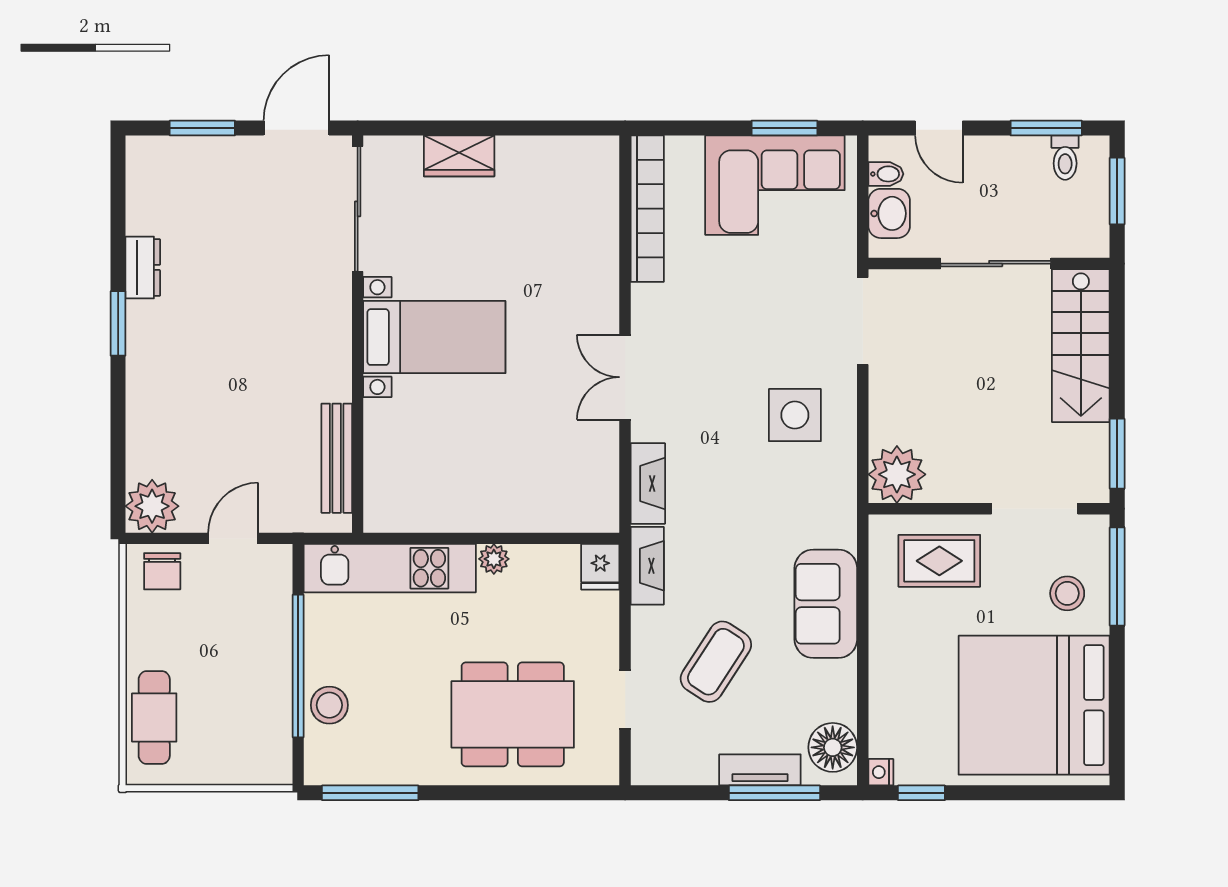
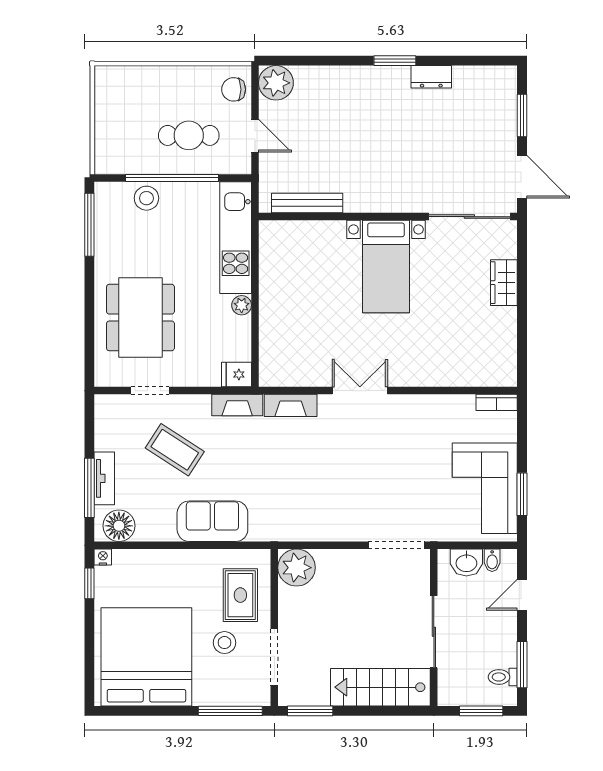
bookcase: (647, 209) -> (497, 402), width x0.43, depth x0.76
side table: (795, 415) -> (335, 501), removed
stool: (1067, 593) -> (224, 643), moved
cafe table: (154, 717) -> (189, 135), moved

